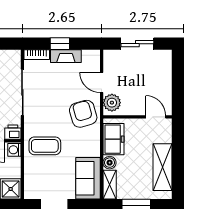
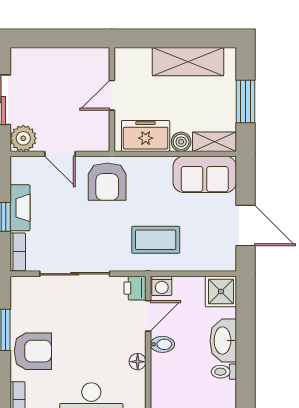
door: (102, 83) -> (60, 154), hinge flipped
plant: (112, 103) -> (23, 138), moved
armchair: (83, 114) -> (107, 182), turned -74
door: (156, 117) -> (112, 95), moved
coffee table: (45, 146) -> (156, 240), turned 90

